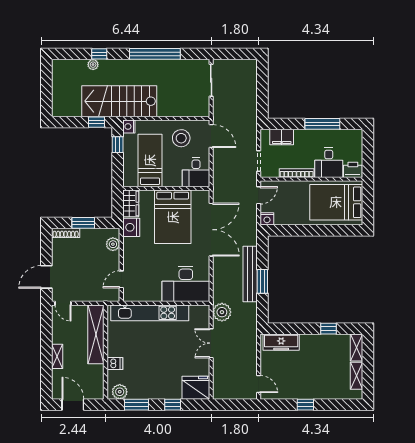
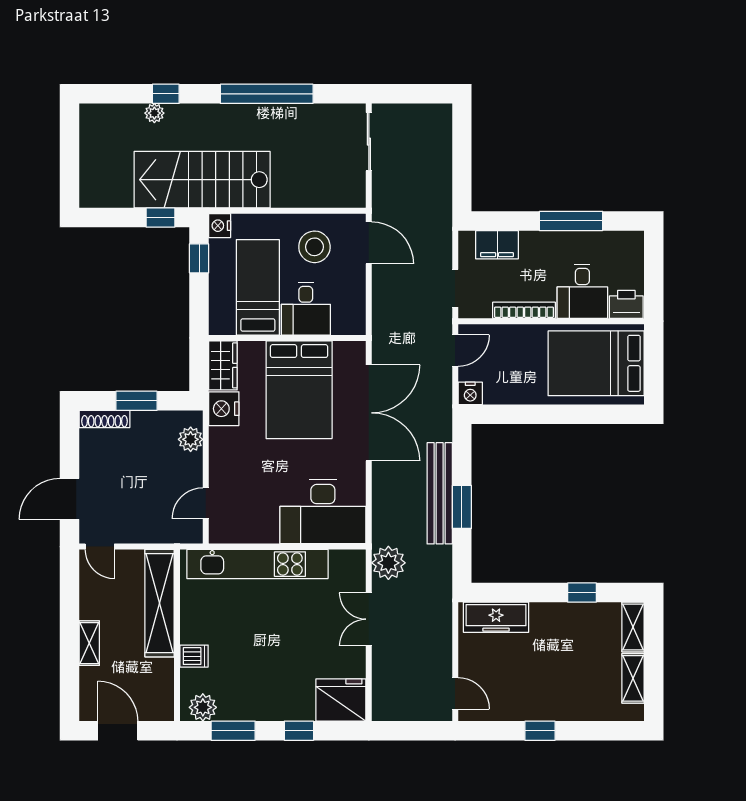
desk: (196, 172) -> (306, 309), moved

